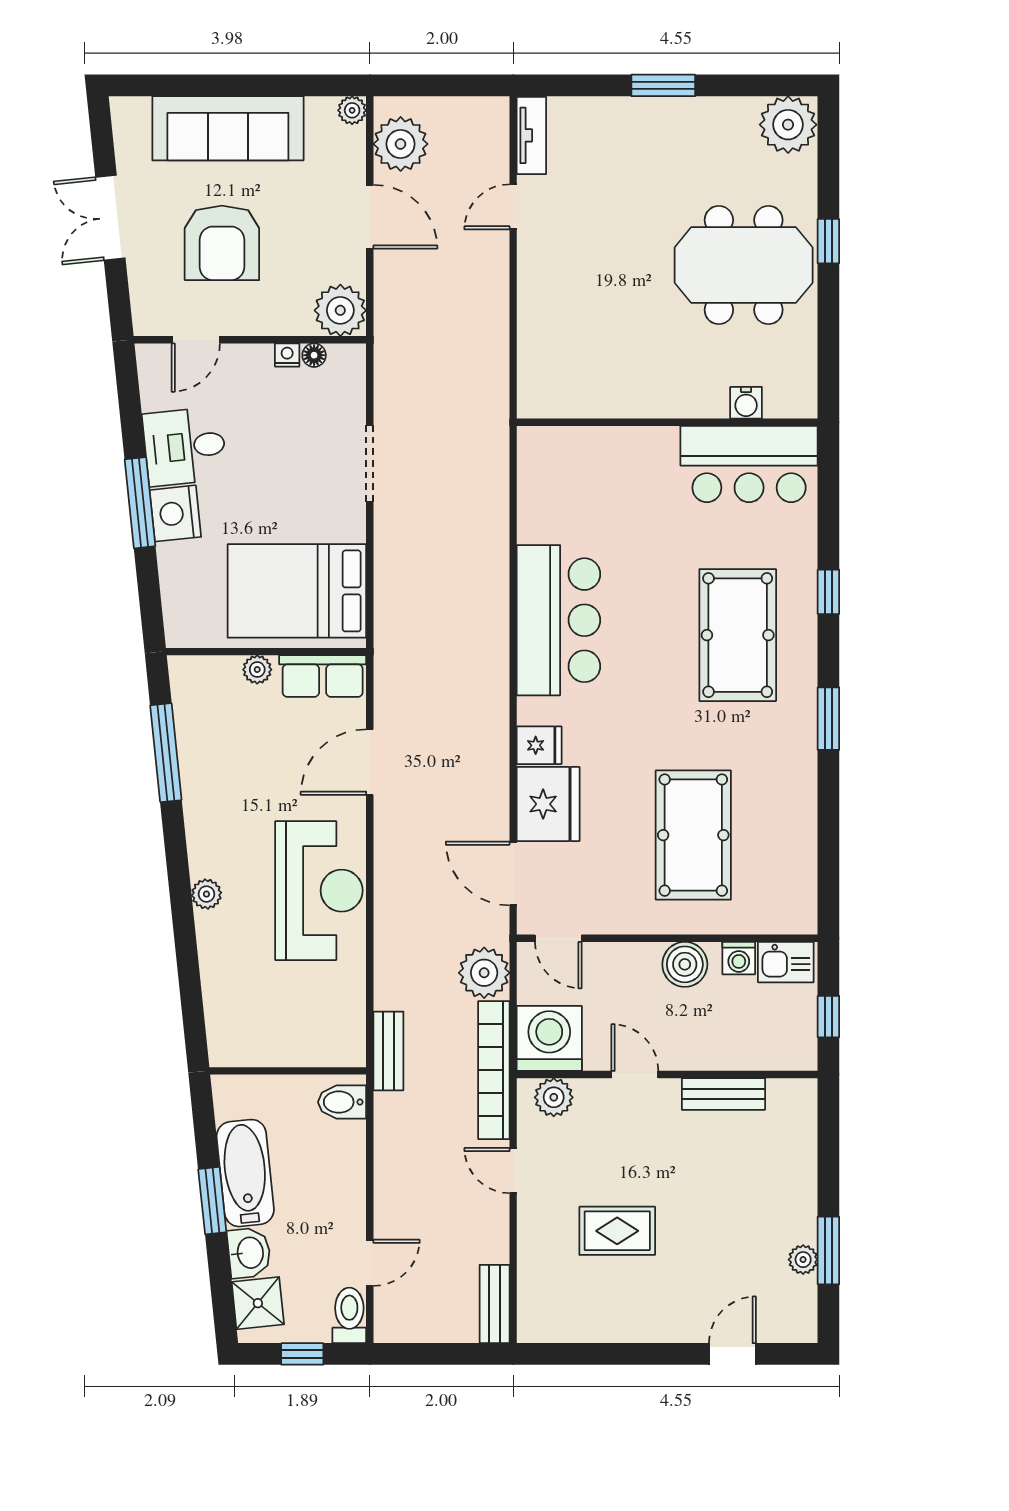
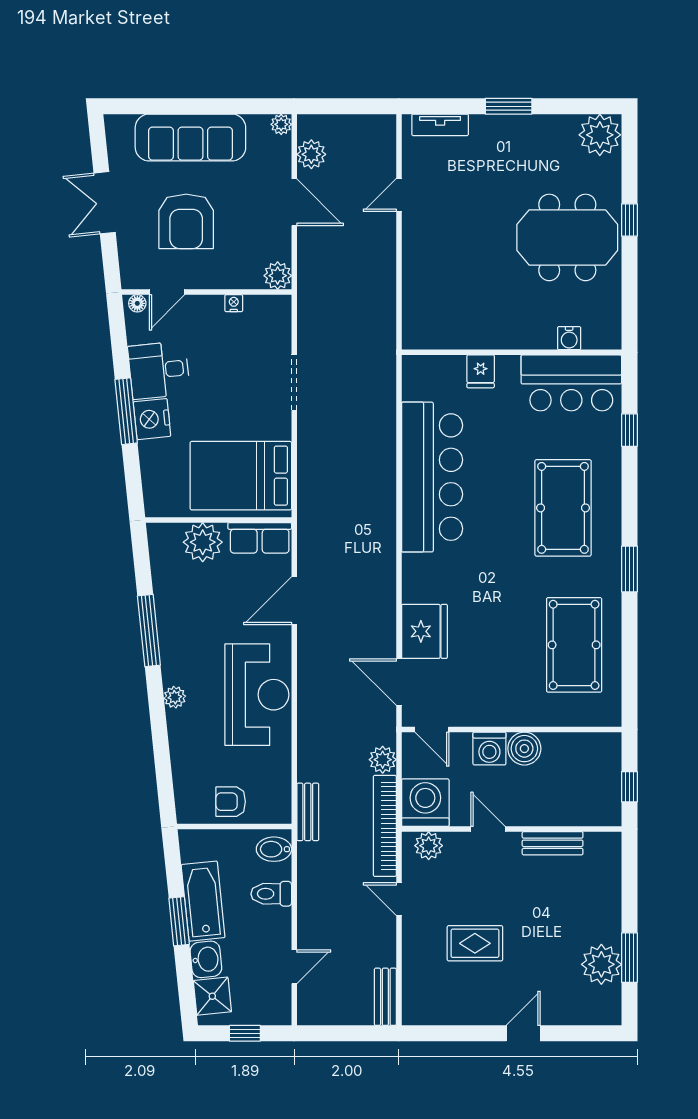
tv unit: (531, 135) -> (440, 125), moved, turned 90
plant: (401, 144) -> (311, 154), width x0.73, depth x0.73
plant: (340, 310) -> (278, 276), width x0.73, depth x0.73
floor lamp: (314, 355) -> (137, 303), moved
window: (828, 592) -> (629, 430), moved
bar counter: (558, 620) -> (432, 477), width x1.36
plant: (257, 670) -> (203, 542), width x1.88, depth x1.88
fridge: (539, 745) -> (481, 371), moved, turned 90
window: (166, 753) -> (149, 630), moved
pool table: (693, 835) -> (574, 645), moved
washing machine: (739, 958) -> (489, 749), moved, width x1.38, depth x1.38
kitchen sink: (786, 962) -> (598, 747), removed
plant: (484, 973) -> (383, 760), width x0.73, depth x0.73
armchair: (283, 1037) -> (231, 802), added
plant: (803, 1260) -> (601, 964), width x1.87, depth x1.87
toilet: (349, 1315) -> (271, 894), moved, turned -90
door: (732, 1354) -> (523, 1033), moved

